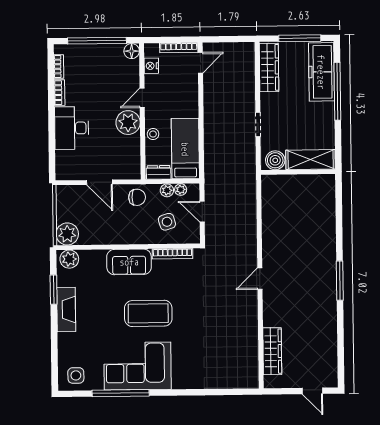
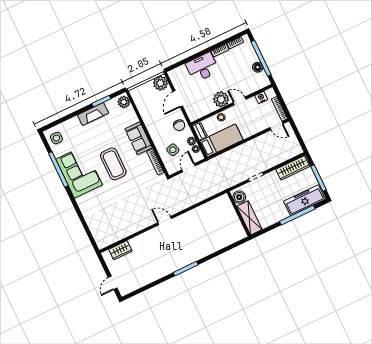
floor lamp: (132, 51) -> (258, 67), moved
plant: (67, 234) -> (160, 83), moved
wardrobe: (272, 351) -> (120, 250), width x0.67

